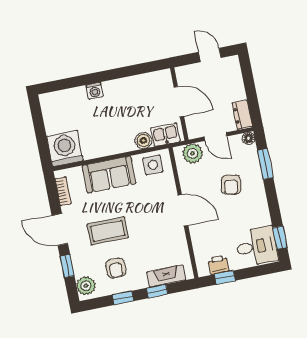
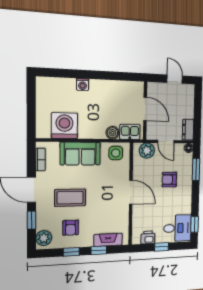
washing machine: (65, 148) -> (64, 126), moved
armchair: (231, 185) -> (169, 180), turned 79
window: (225, 278) -> (161, 247), moved

